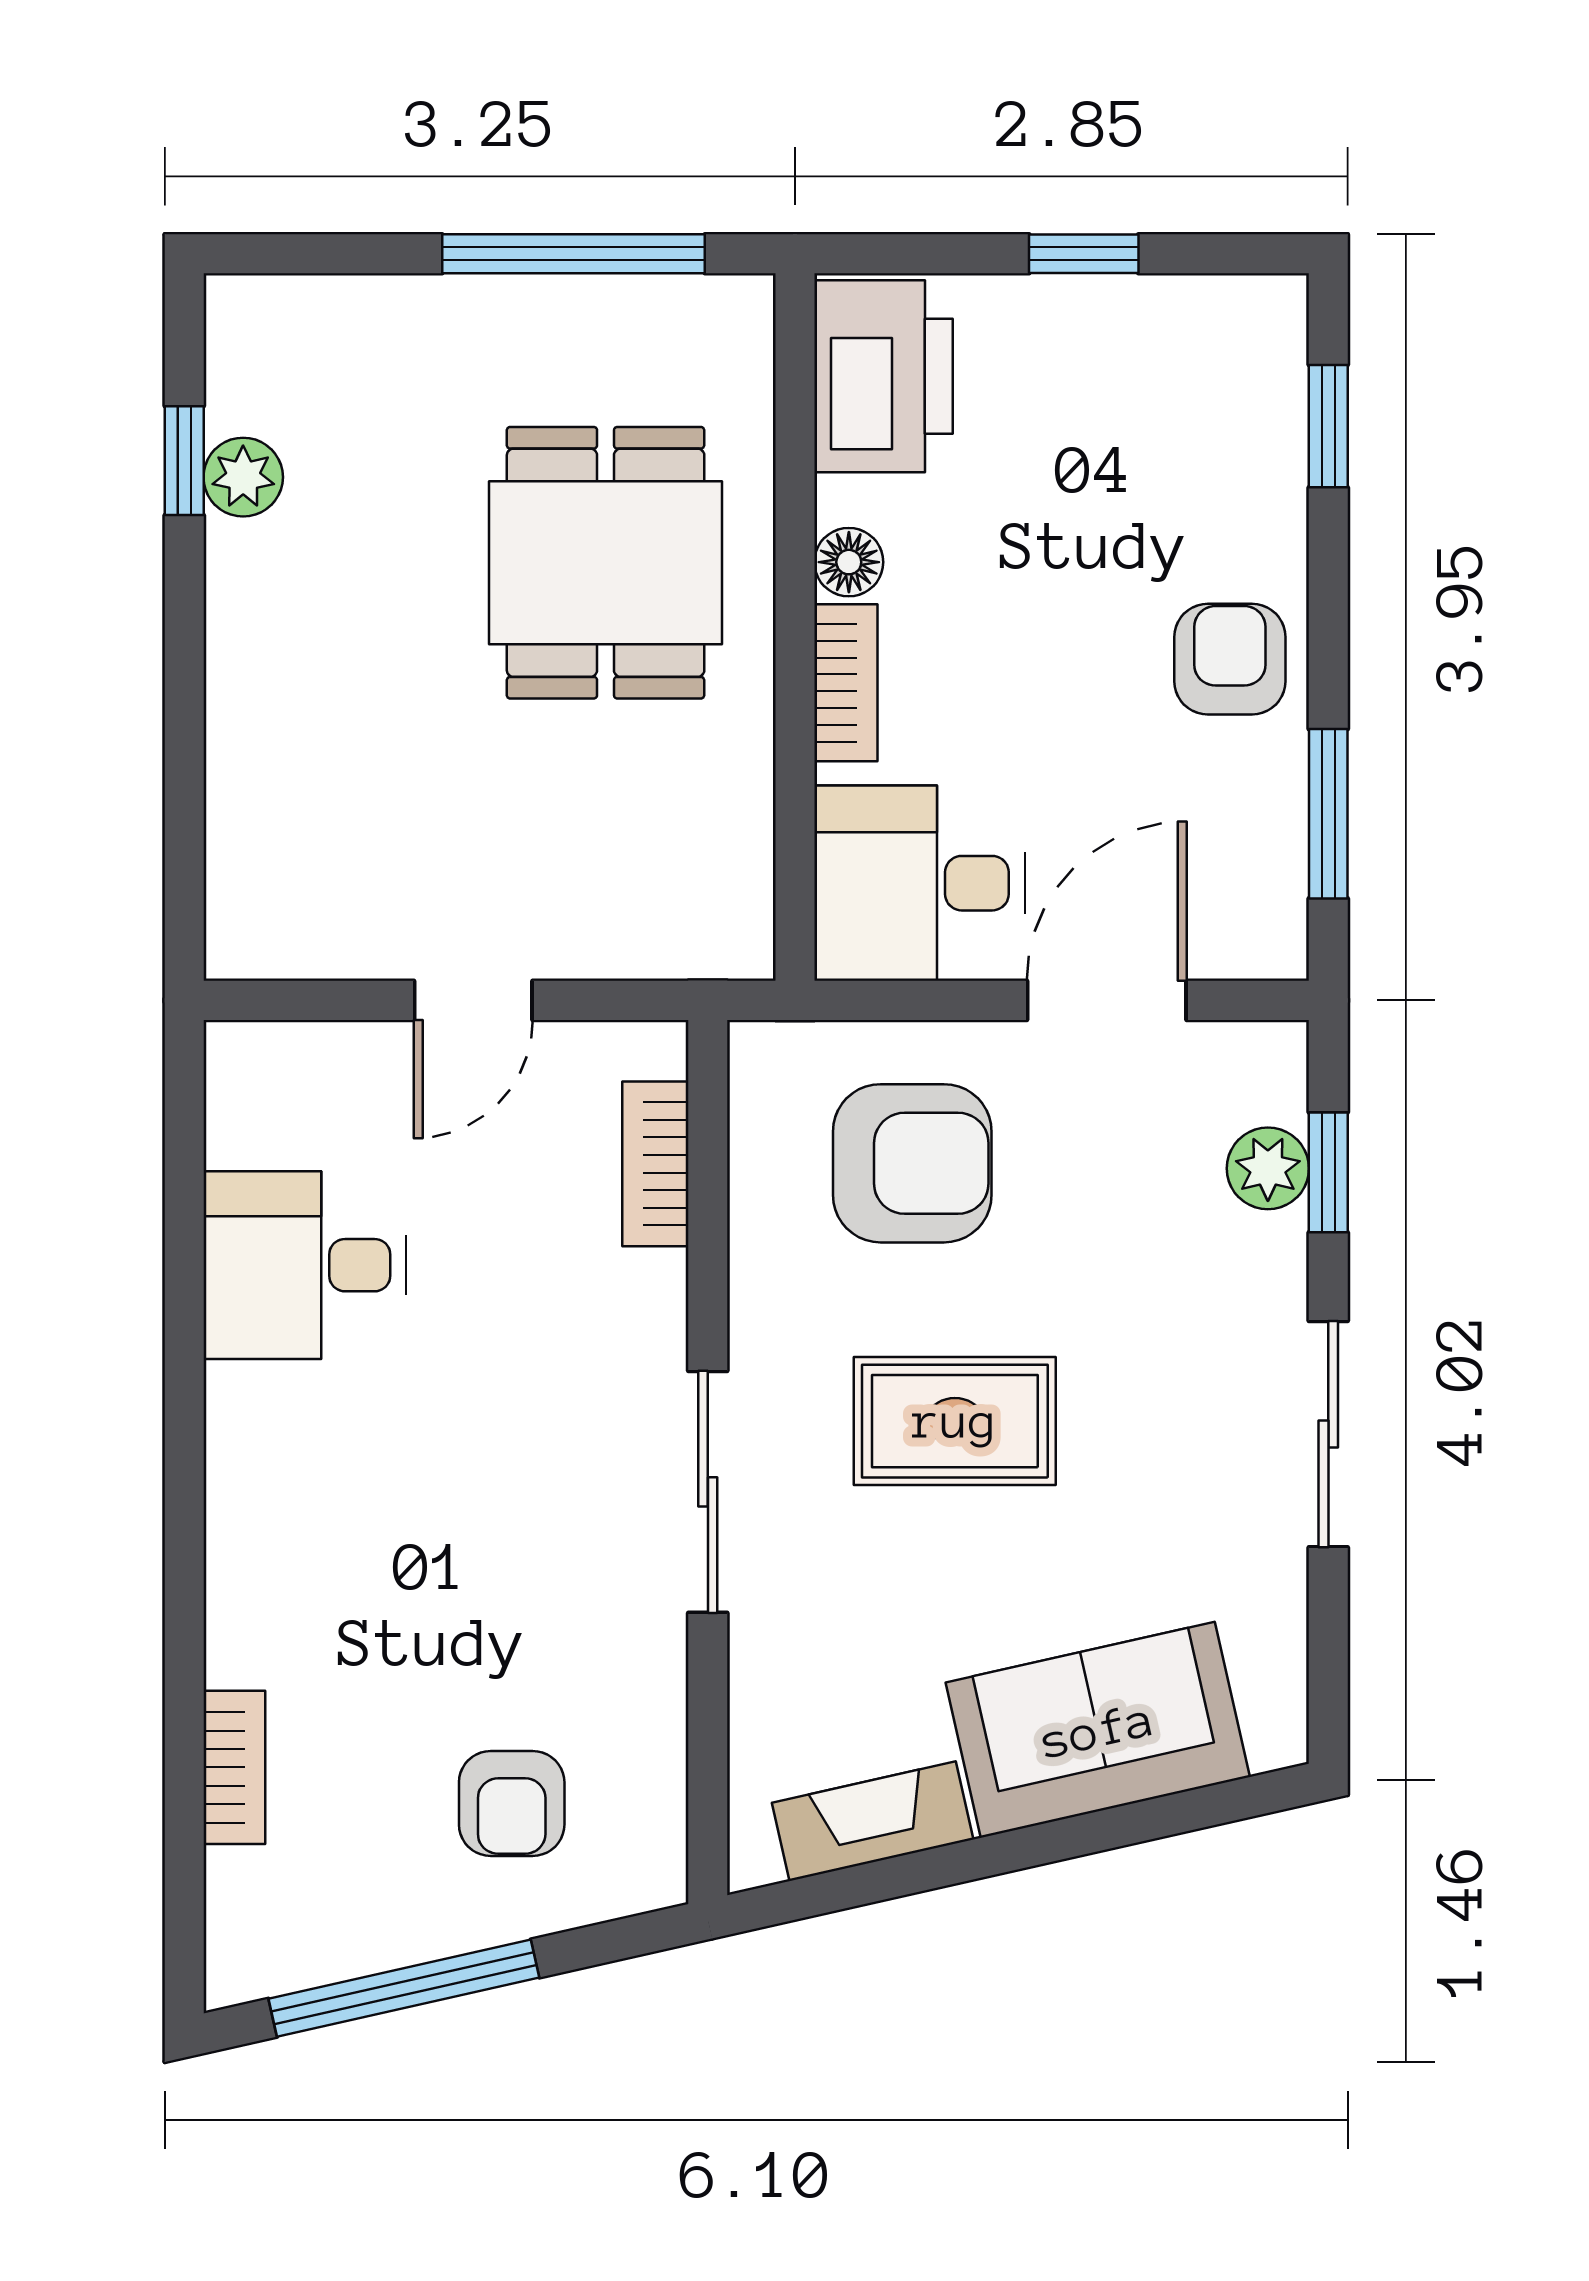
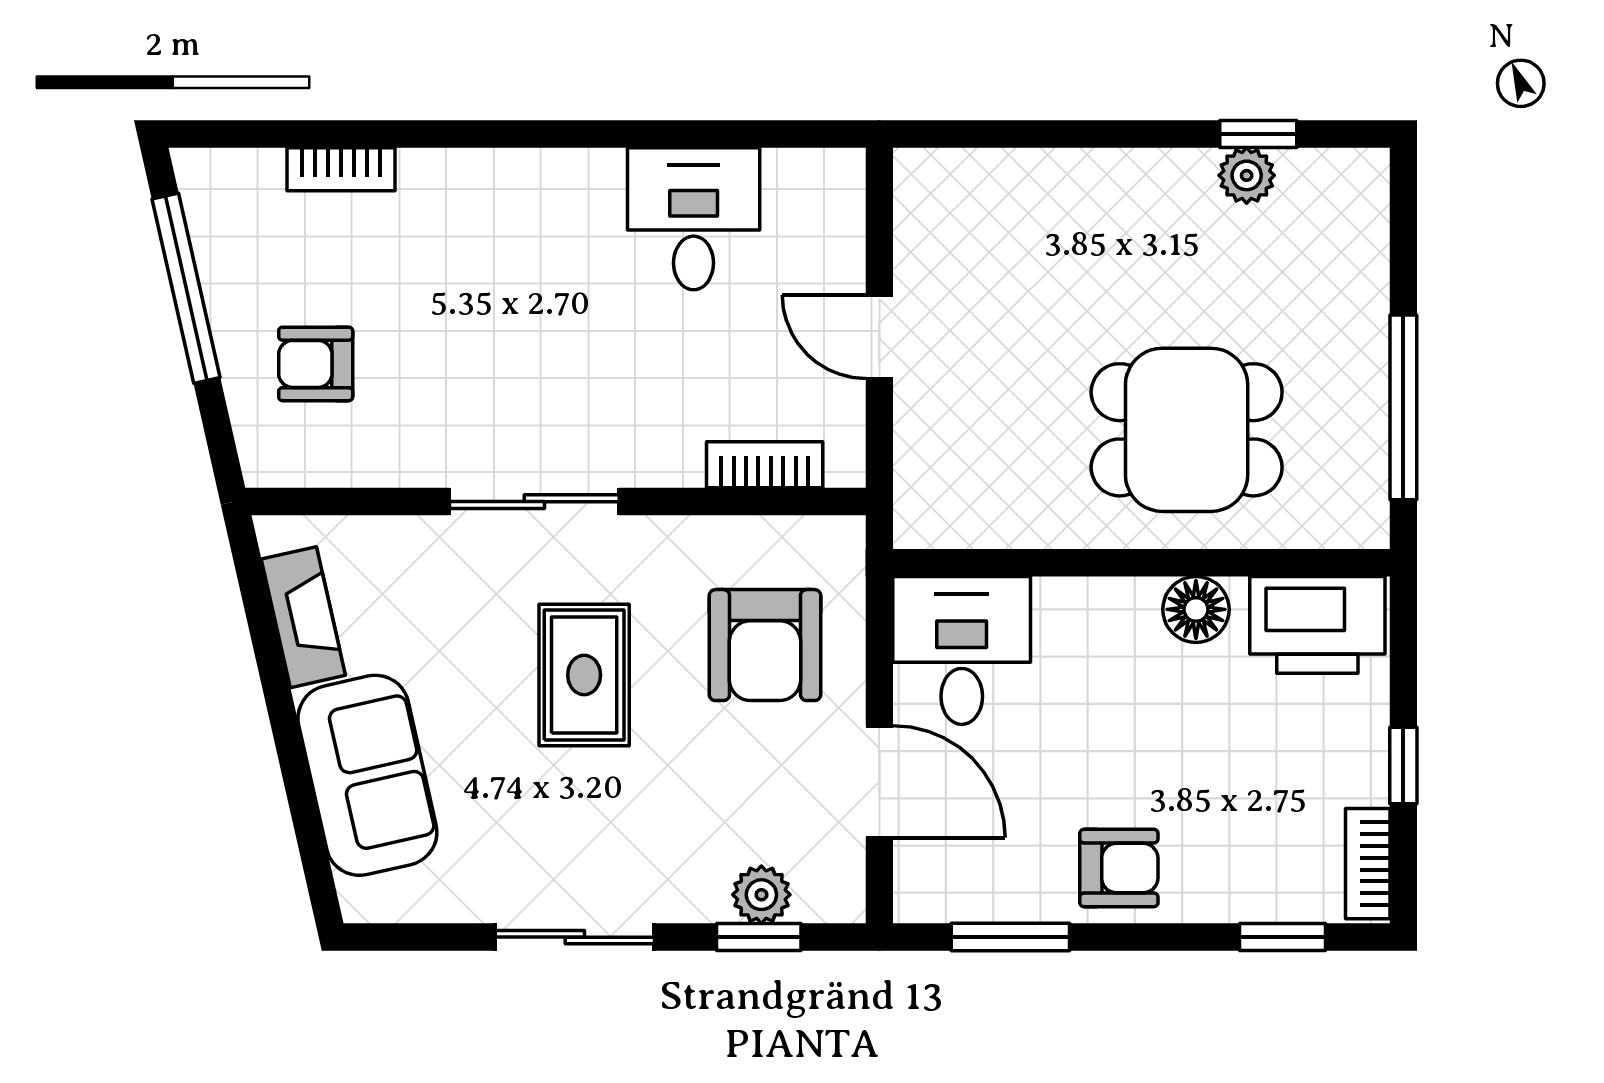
floor lamp: (849, 562) -> (1196, 609), width x1.37, depth x1.37
bookcase: (846, 683) -> (1368, 864), moved, turned 90

